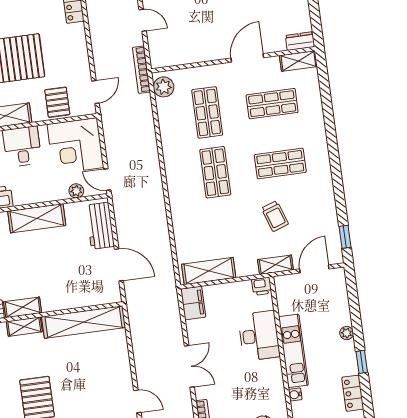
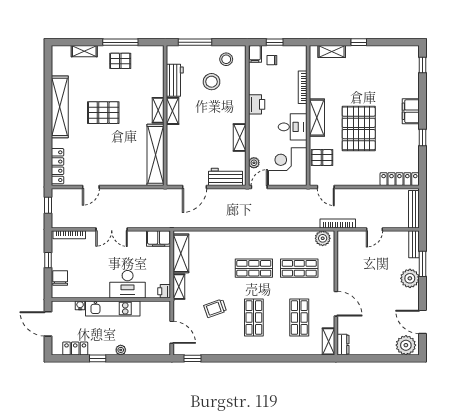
shelving: (37, 218) -> (240, 137), width x0.67, depth x0.75
shelving: (275, 265) -> (179, 287), moved

